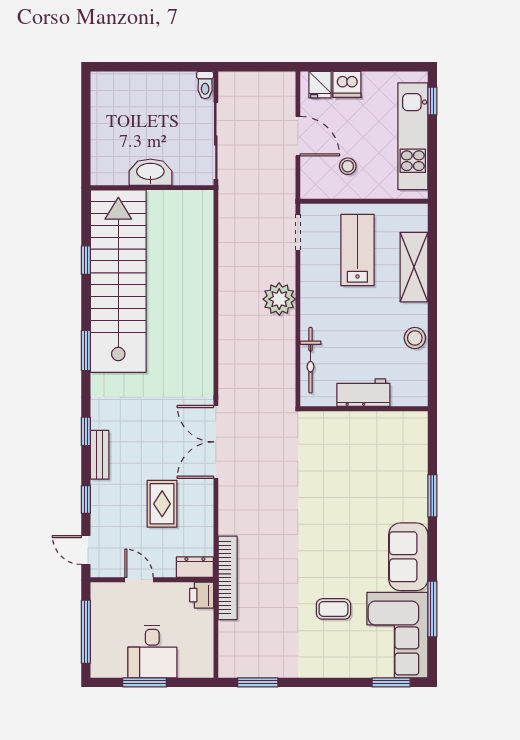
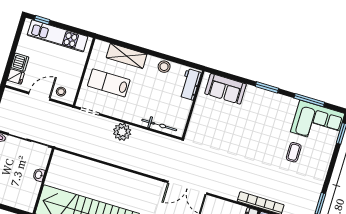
stool: (348, 166) -> (61, 92), moved
washbasin: (150, 172) -> (39, 175), width x0.52, depth x0.69
workbench: (363, 393) -> (190, 84), moved
window: (432, 496) -> (267, 87), moved
sofa: (408, 557) -> (226, 89), moved

